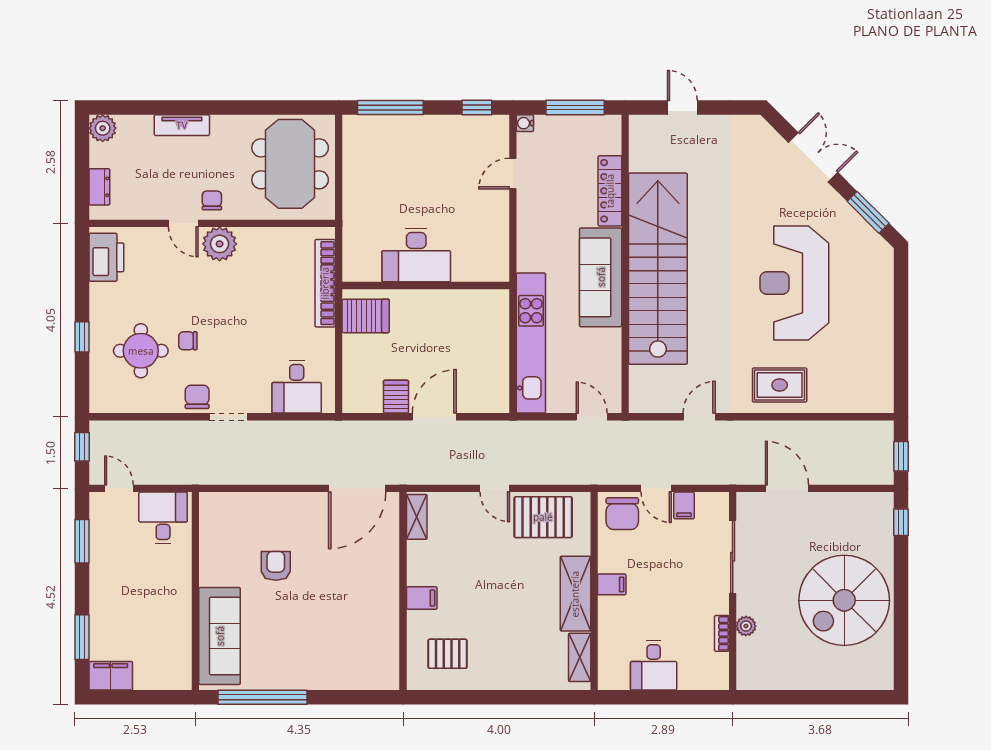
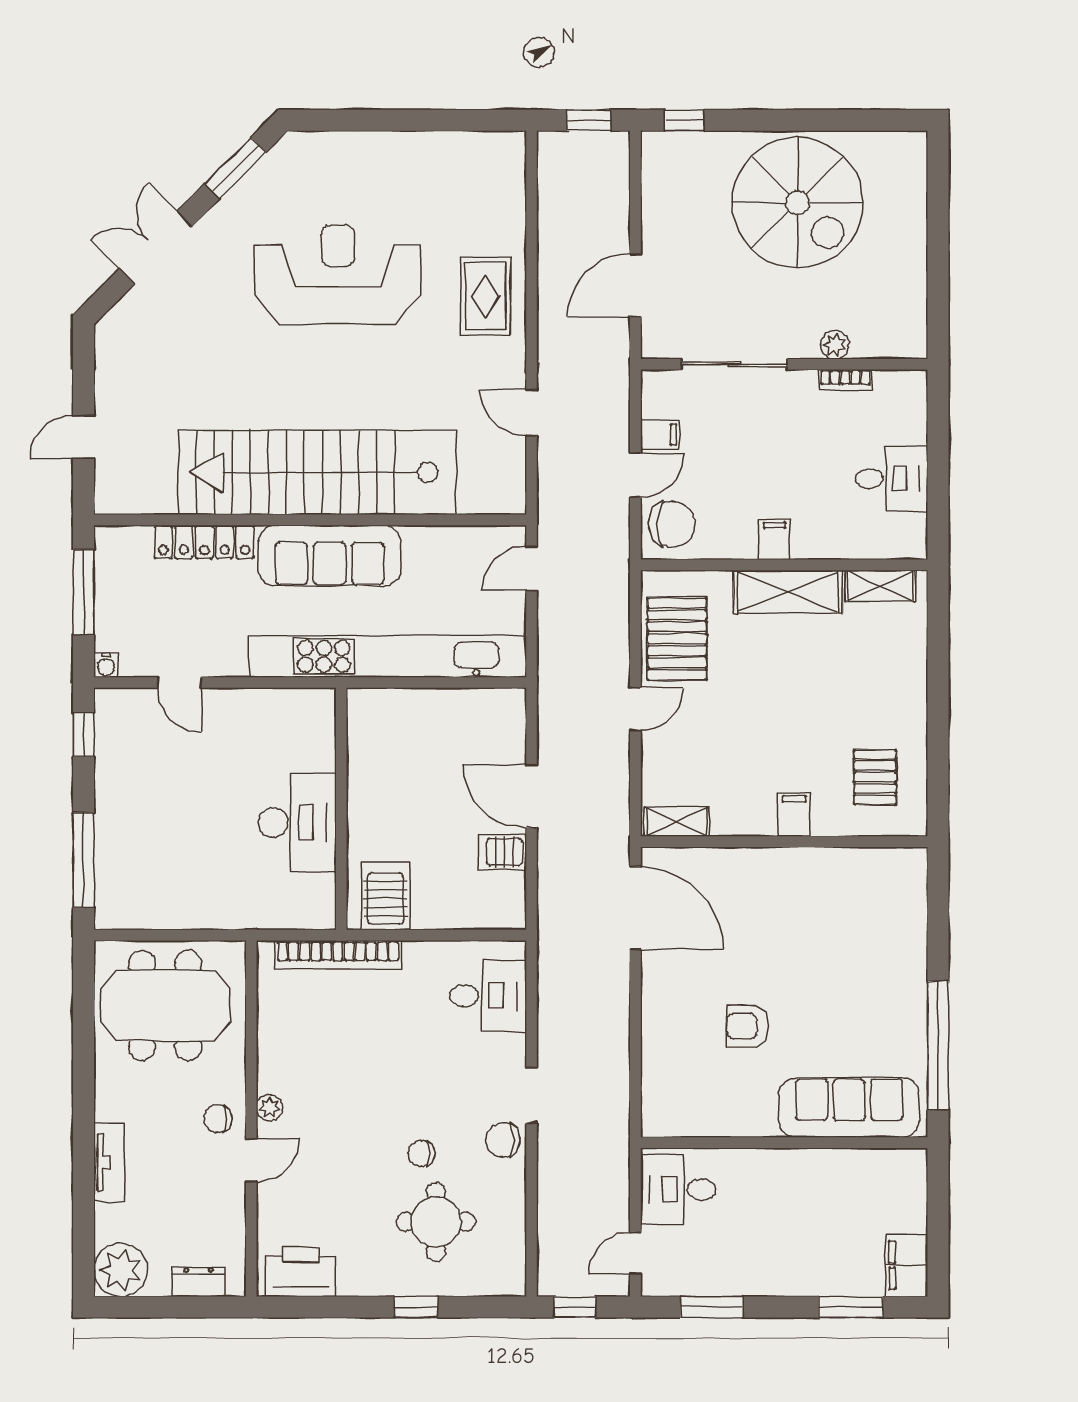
plant: (103, 128) -> (121, 1270), width x1.36, depth x1.36
plant: (220, 244) -> (270, 1108), width x0.53, depth x0.53
reception desk: (794, 283) -> (338, 275), turned 180
chair: (188, 341) -> (421, 1153), turned 90
kitchen unit: (531, 343) -> (388, 656), width x1.36

